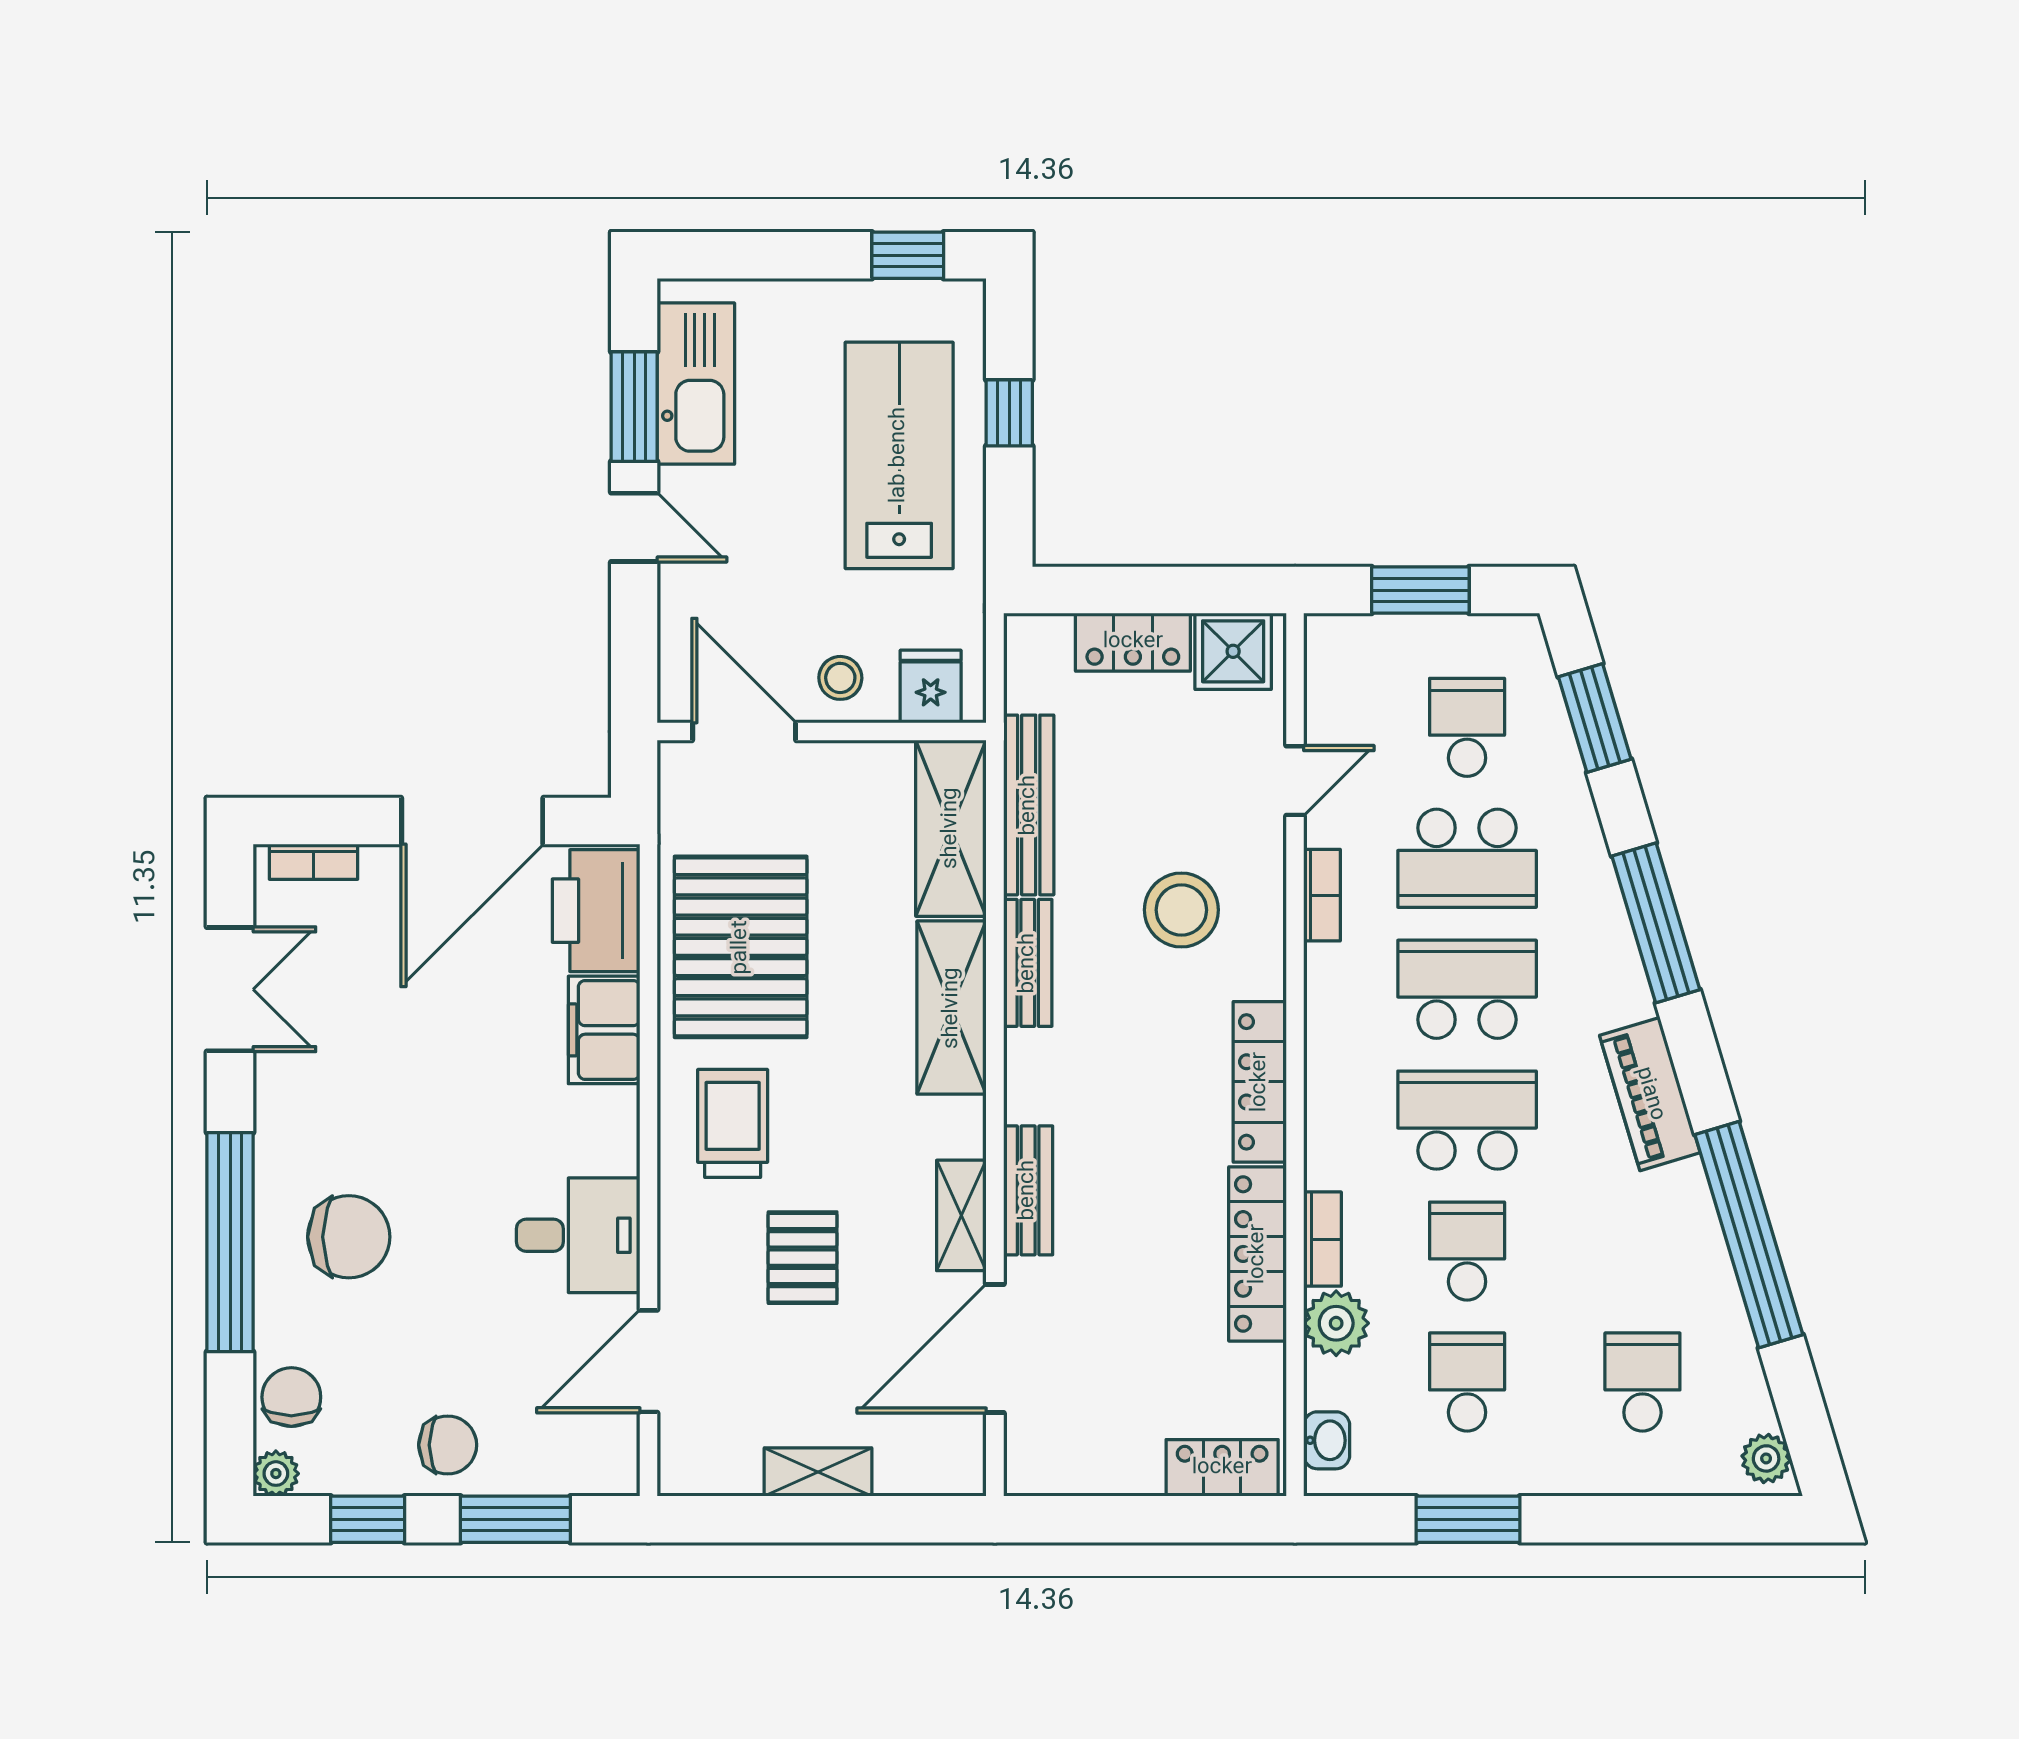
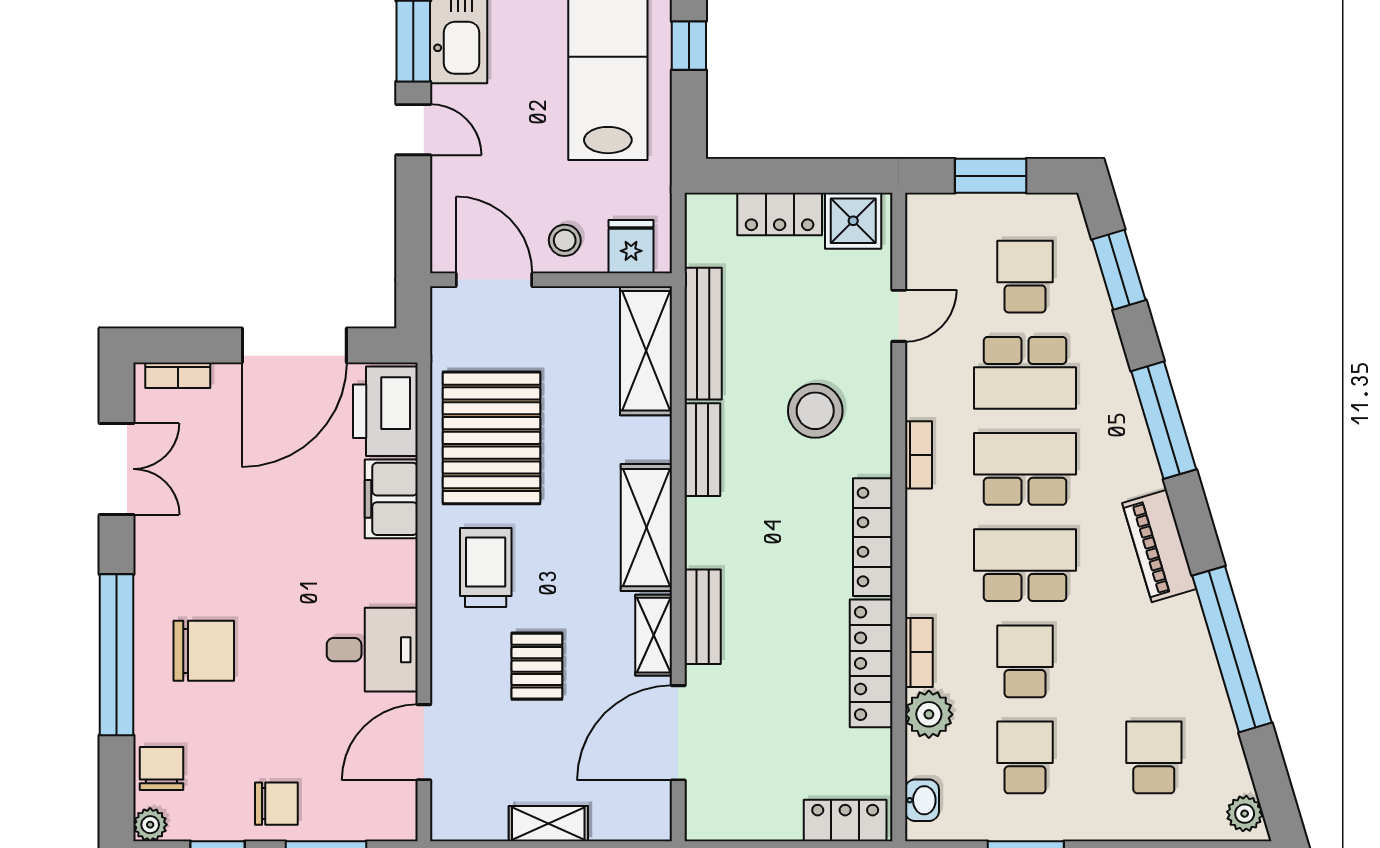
bookcase: (1322, 895) -> (918, 455), moved
shelving: (952, 1008) -> (646, 528), moved

